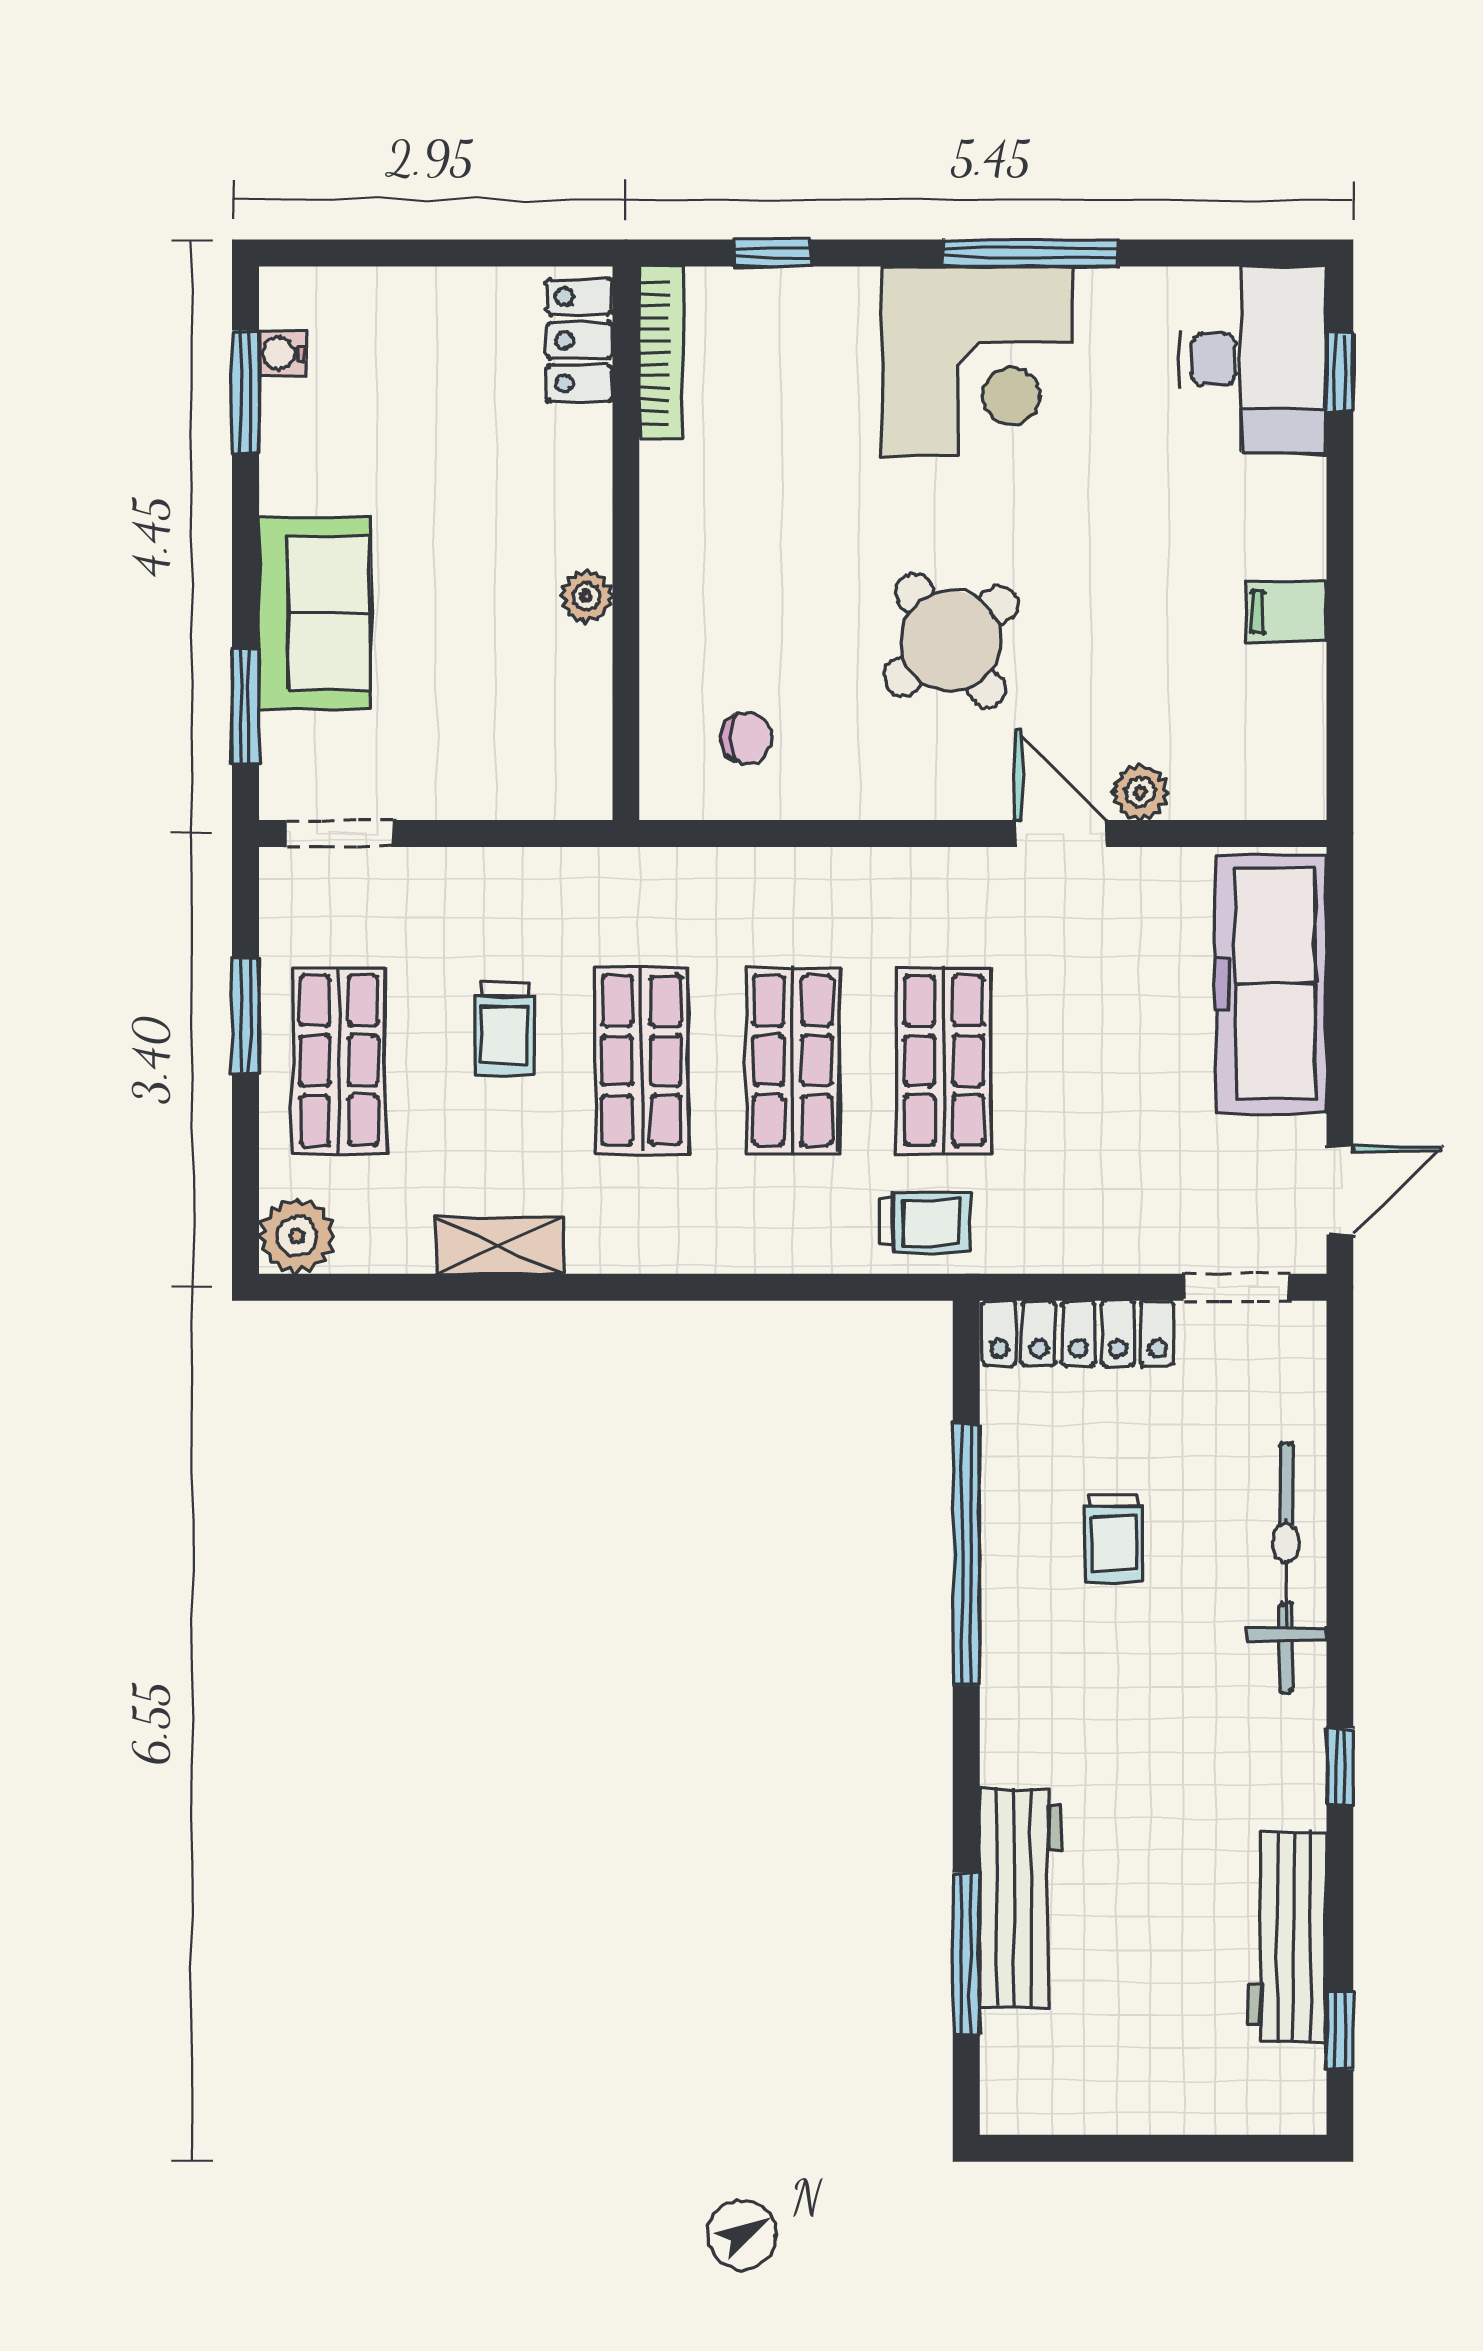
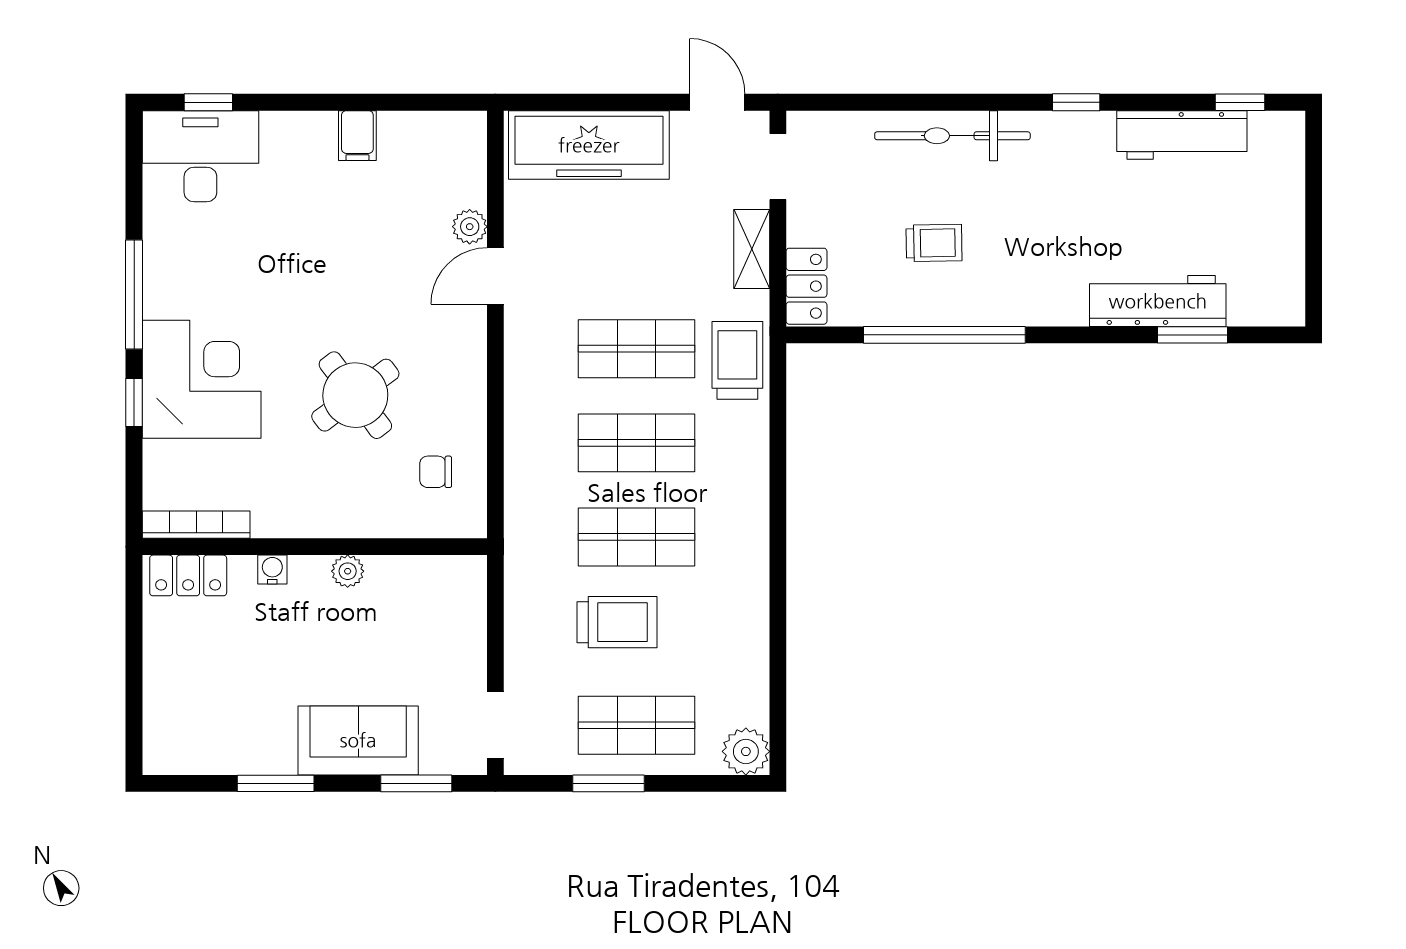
window: (772, 253) -> (134, 402), moved
water cooler: (282, 353) -> (272, 570), moved, turned 180
corner desk: (977, 362) -> (202, 379), moved
window: (245, 392) -> (276, 783), moved
round table: (951, 641) -> (355, 395), moved
chair: (746, 738) -> (436, 472), turned -90
trolley: (505, 1029) -> (617, 622), width x1.36, depth x1.39
trolley: (925, 1222) -> (737, 360), width x1.36, depth x1.39
shelving: (500, 1245) -> (752, 249), moved
locker: (1078, 1333) -> (806, 286), width x0.66
window: (966, 1953) -> (1192, 335), width x0.69

